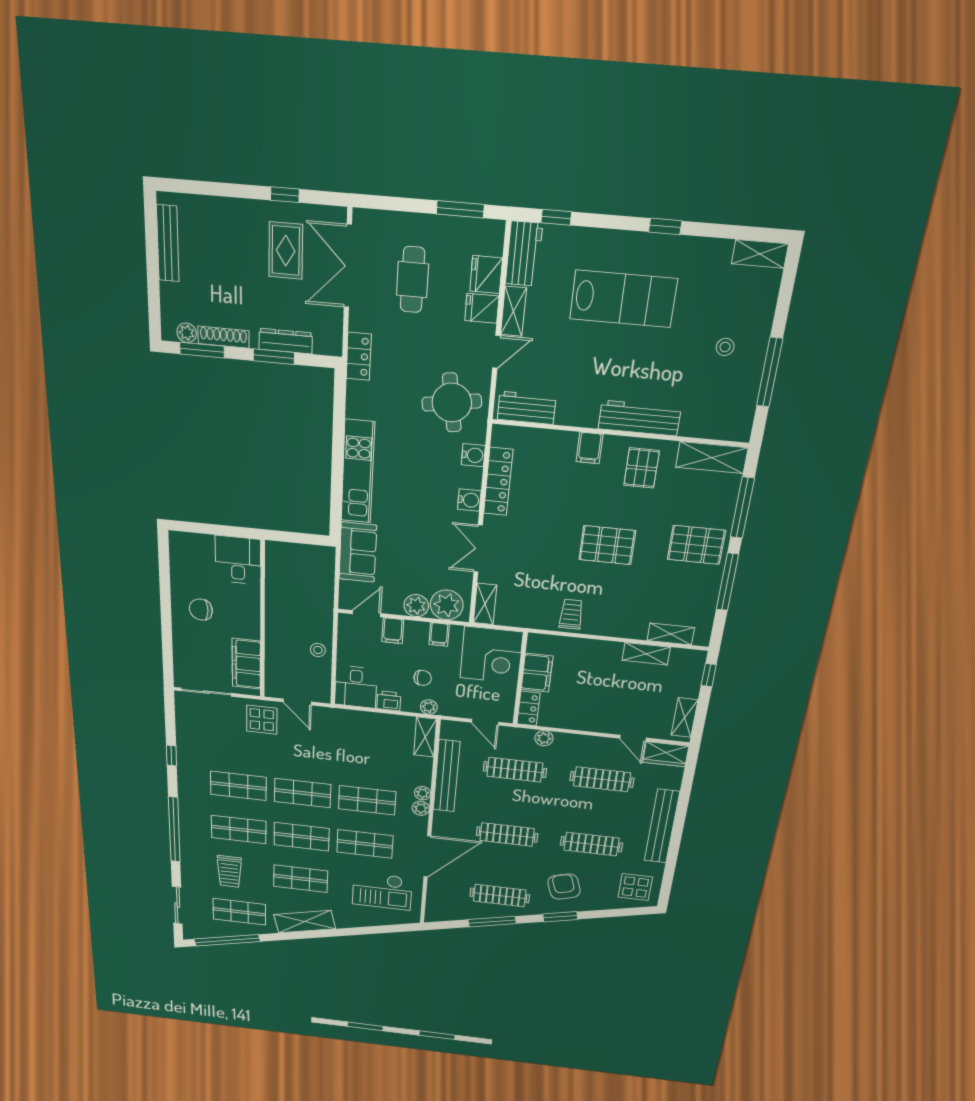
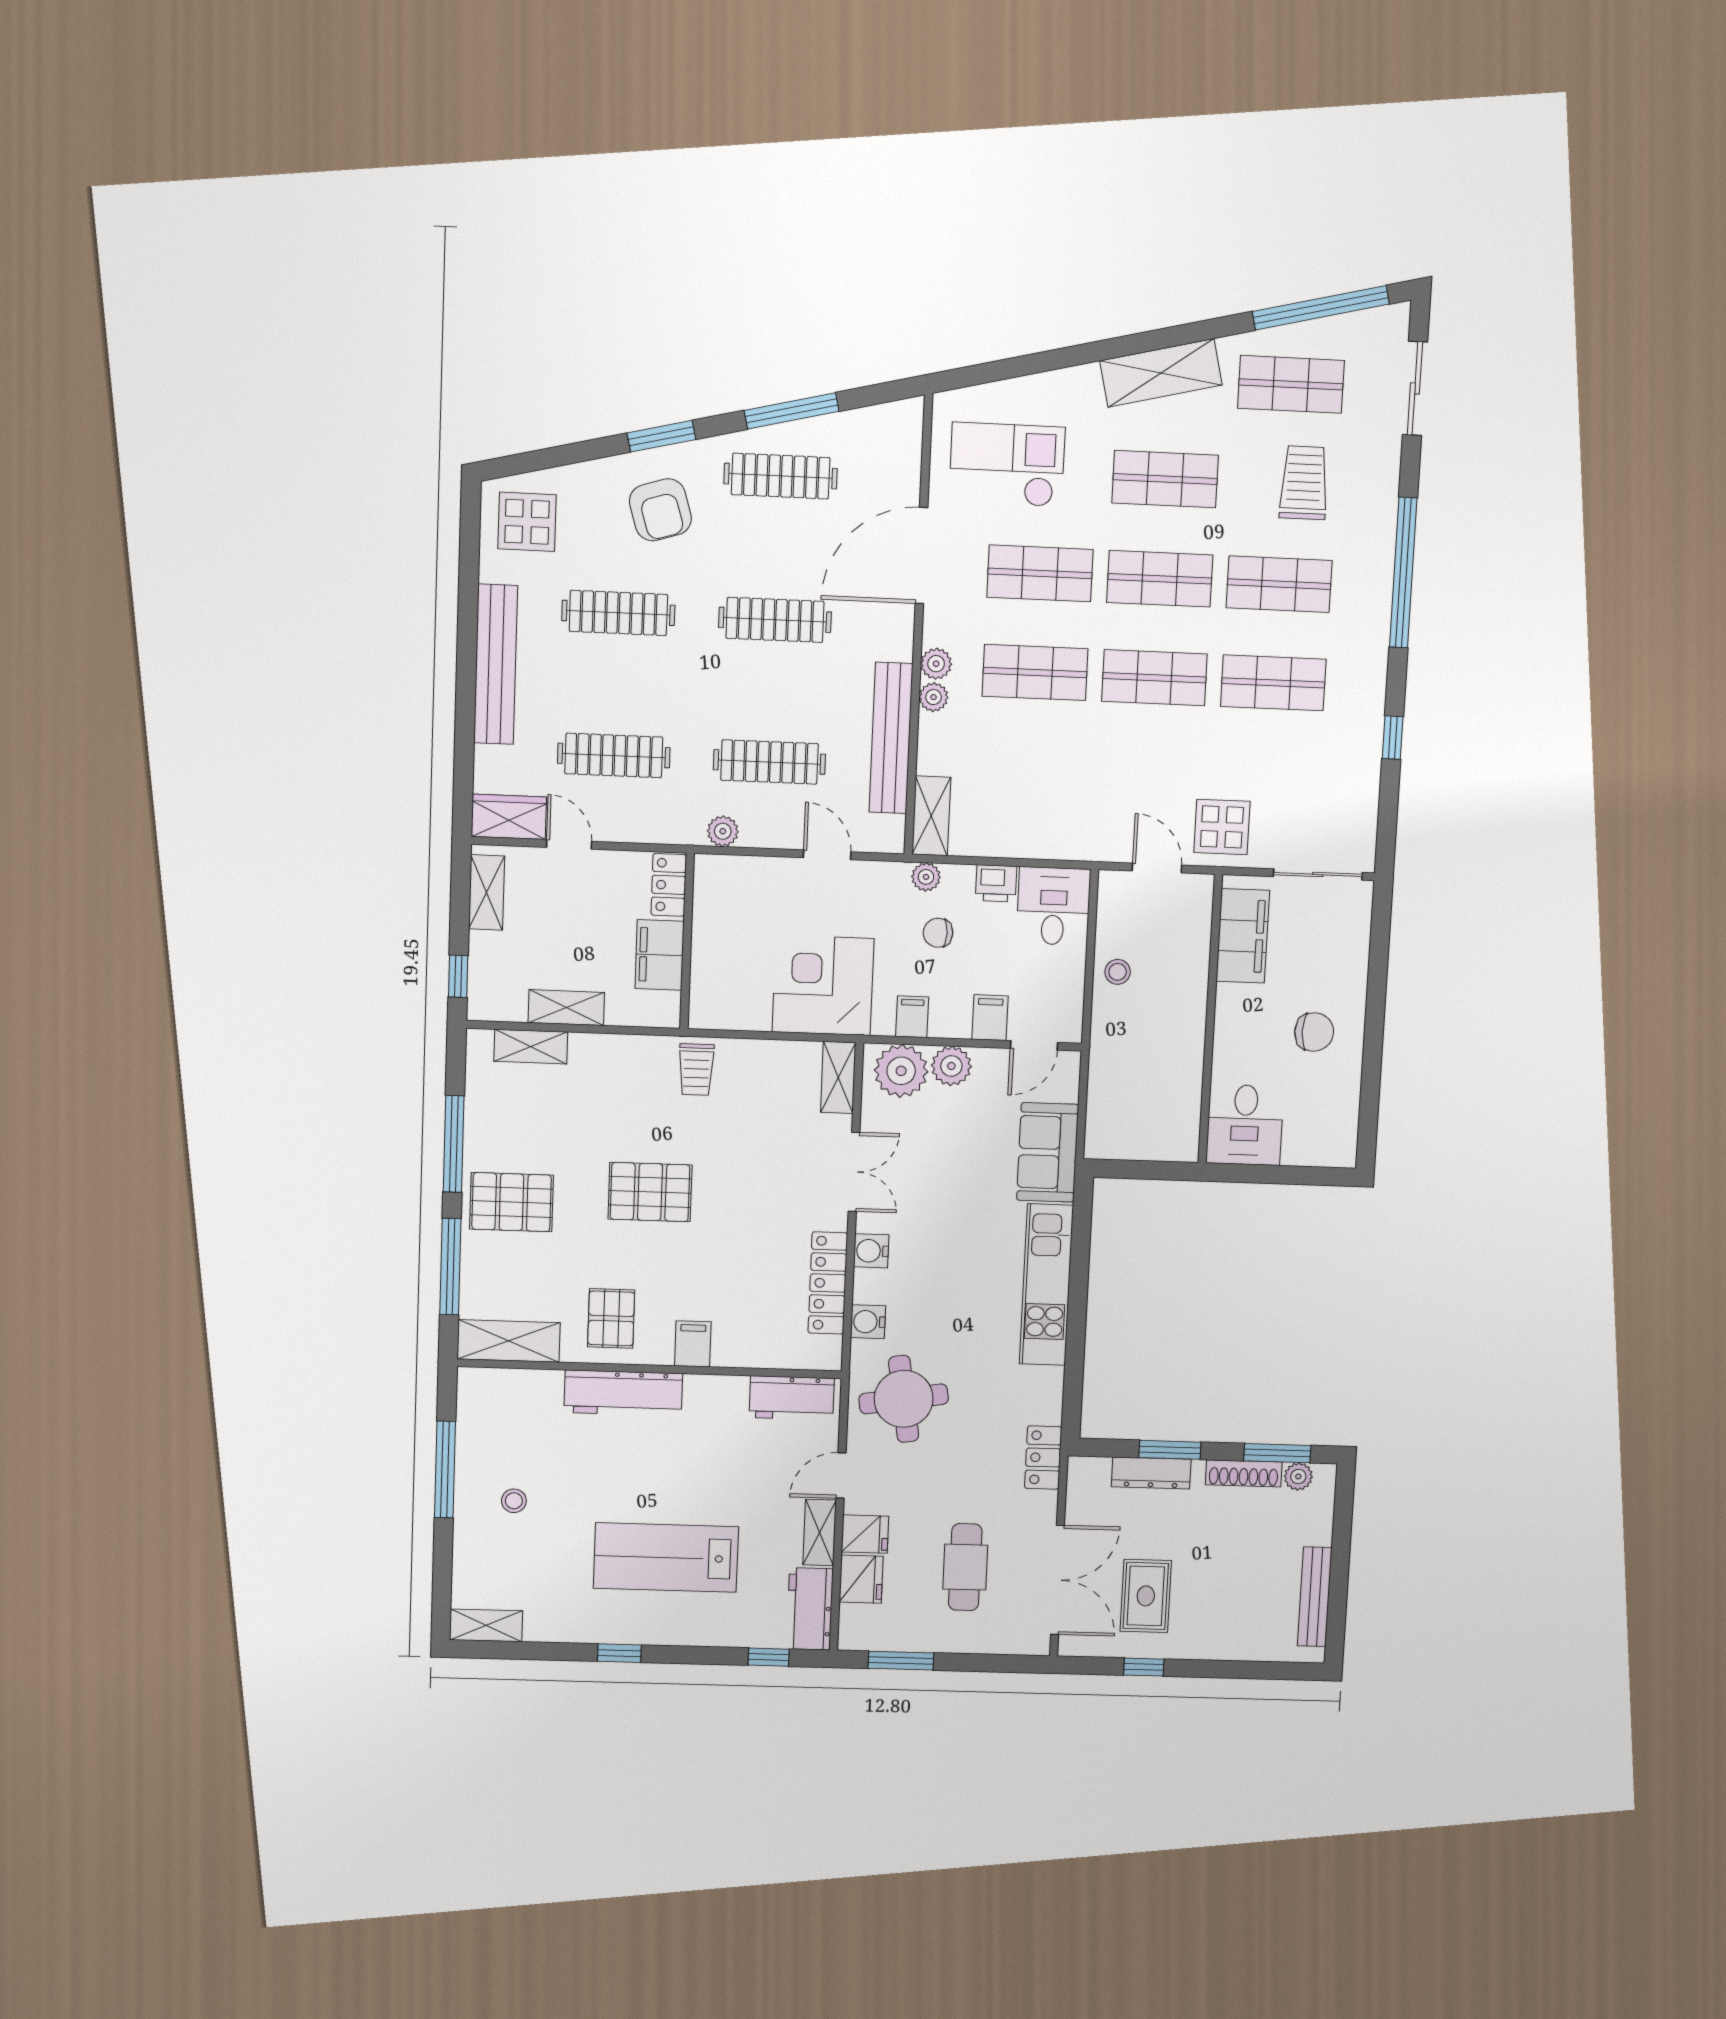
filing cabinet: (537, 673) -> (660, 955), moved
wall: (520, 679) -> (687, 941), moved
locker: (529, 708) -> (669, 885), moved

